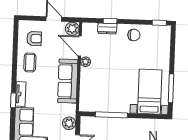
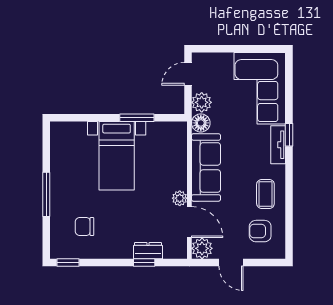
chair: (134, 35) -> (85, 226), moved
window: (171, 88) -> (46, 194), moved
bed with nightstands: (150, 92) -> (117, 156), moved
floor lamp: (70, 110) -> (201, 123), added
window: (111, 115) -> (137, 118), width x0.69

